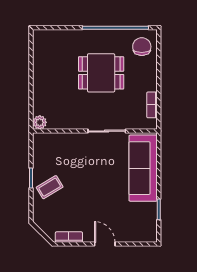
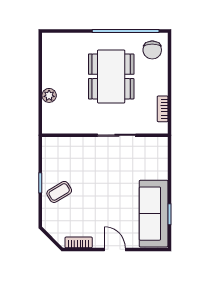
chair: (142, 47) -> (152, 50), turned 180
dining table: (101, 73) -> (111, 76), width x1.37
plant: (40, 122) -> (49, 95), moved
sofa: (143, 168) -> (154, 214), moved

